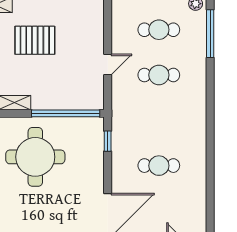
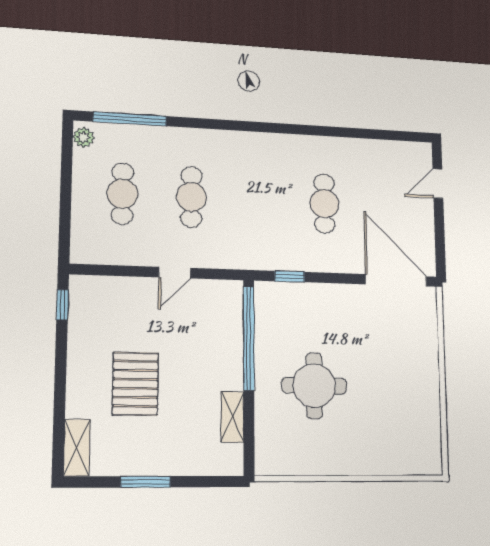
door: (108, 64) -> (175, 273), swing flipped
round table: (35, 157) -> (314, 386), width x0.73, depth x0.73

